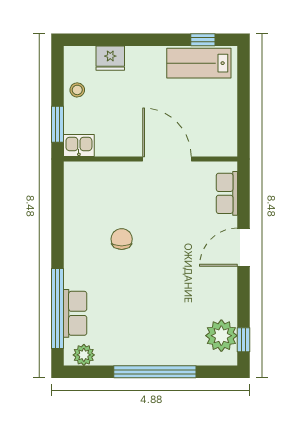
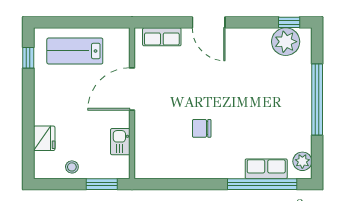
lab bench: (199, 63) -> (75, 51), moved, turned 90
kitchen sink: (79, 146) -> (120, 142), moved

